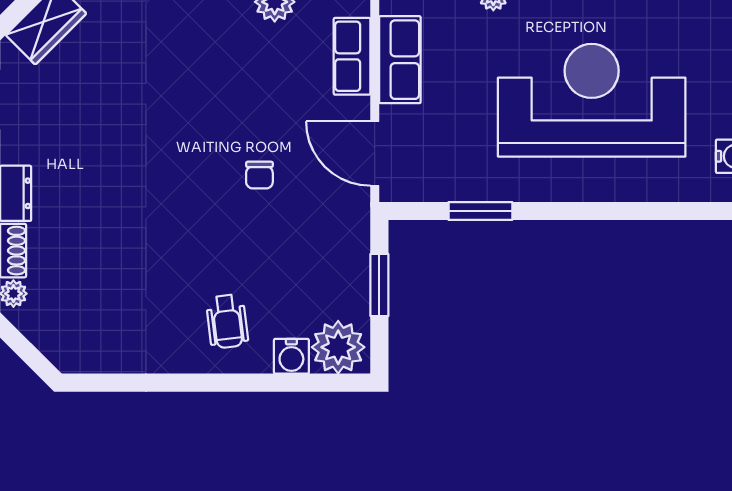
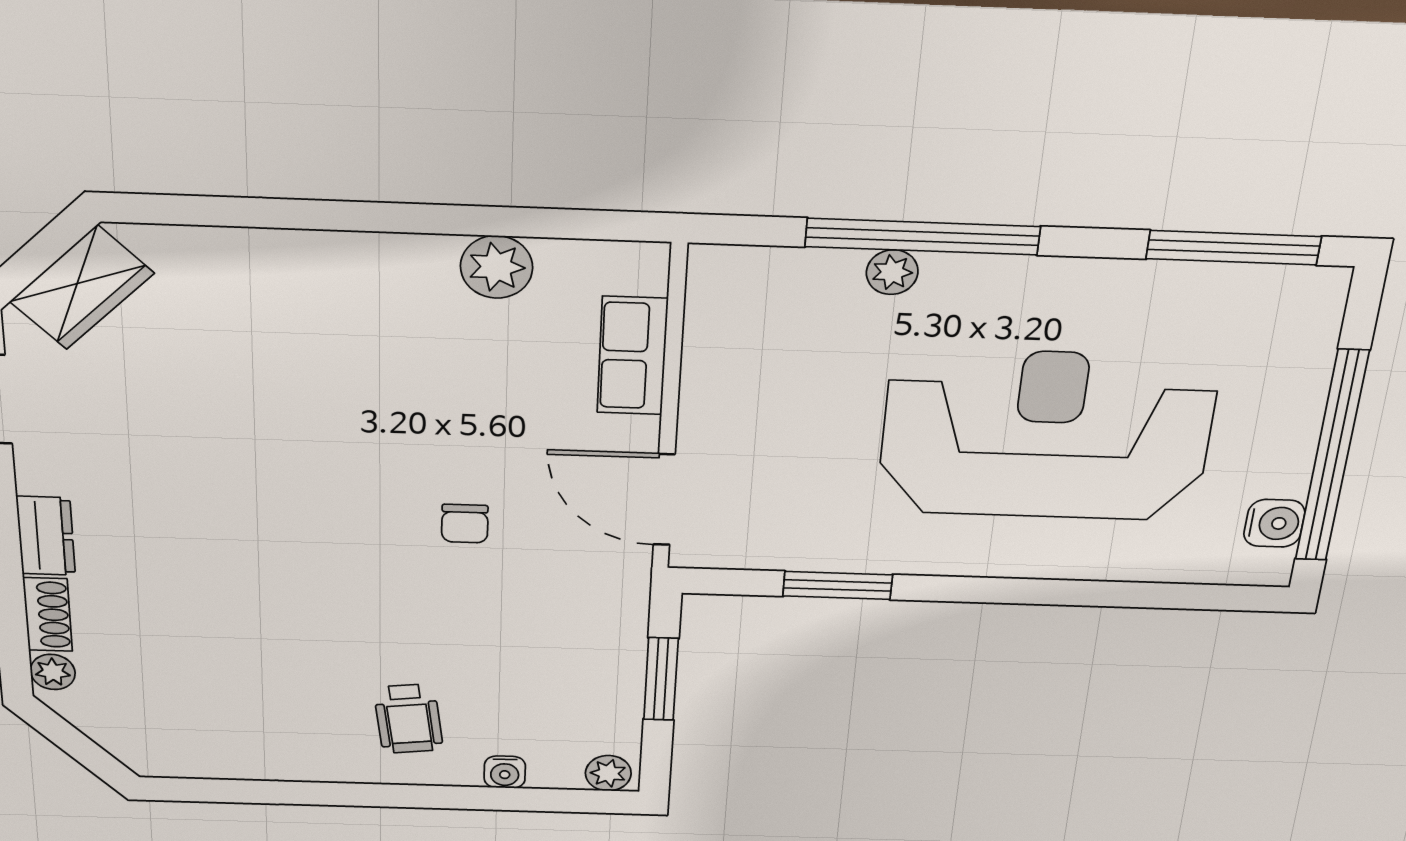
row of seats: (400, 60) -> (717, 364), removed
plant: (338, 347) -> (608, 773), width x0.53, depth x0.53
water cooler: (291, 356) -> (505, 772), width x0.72, depth x0.72

